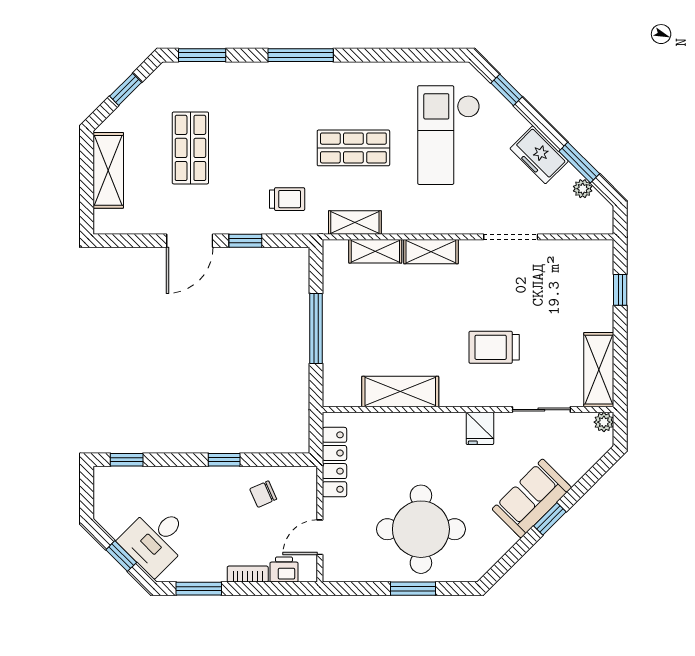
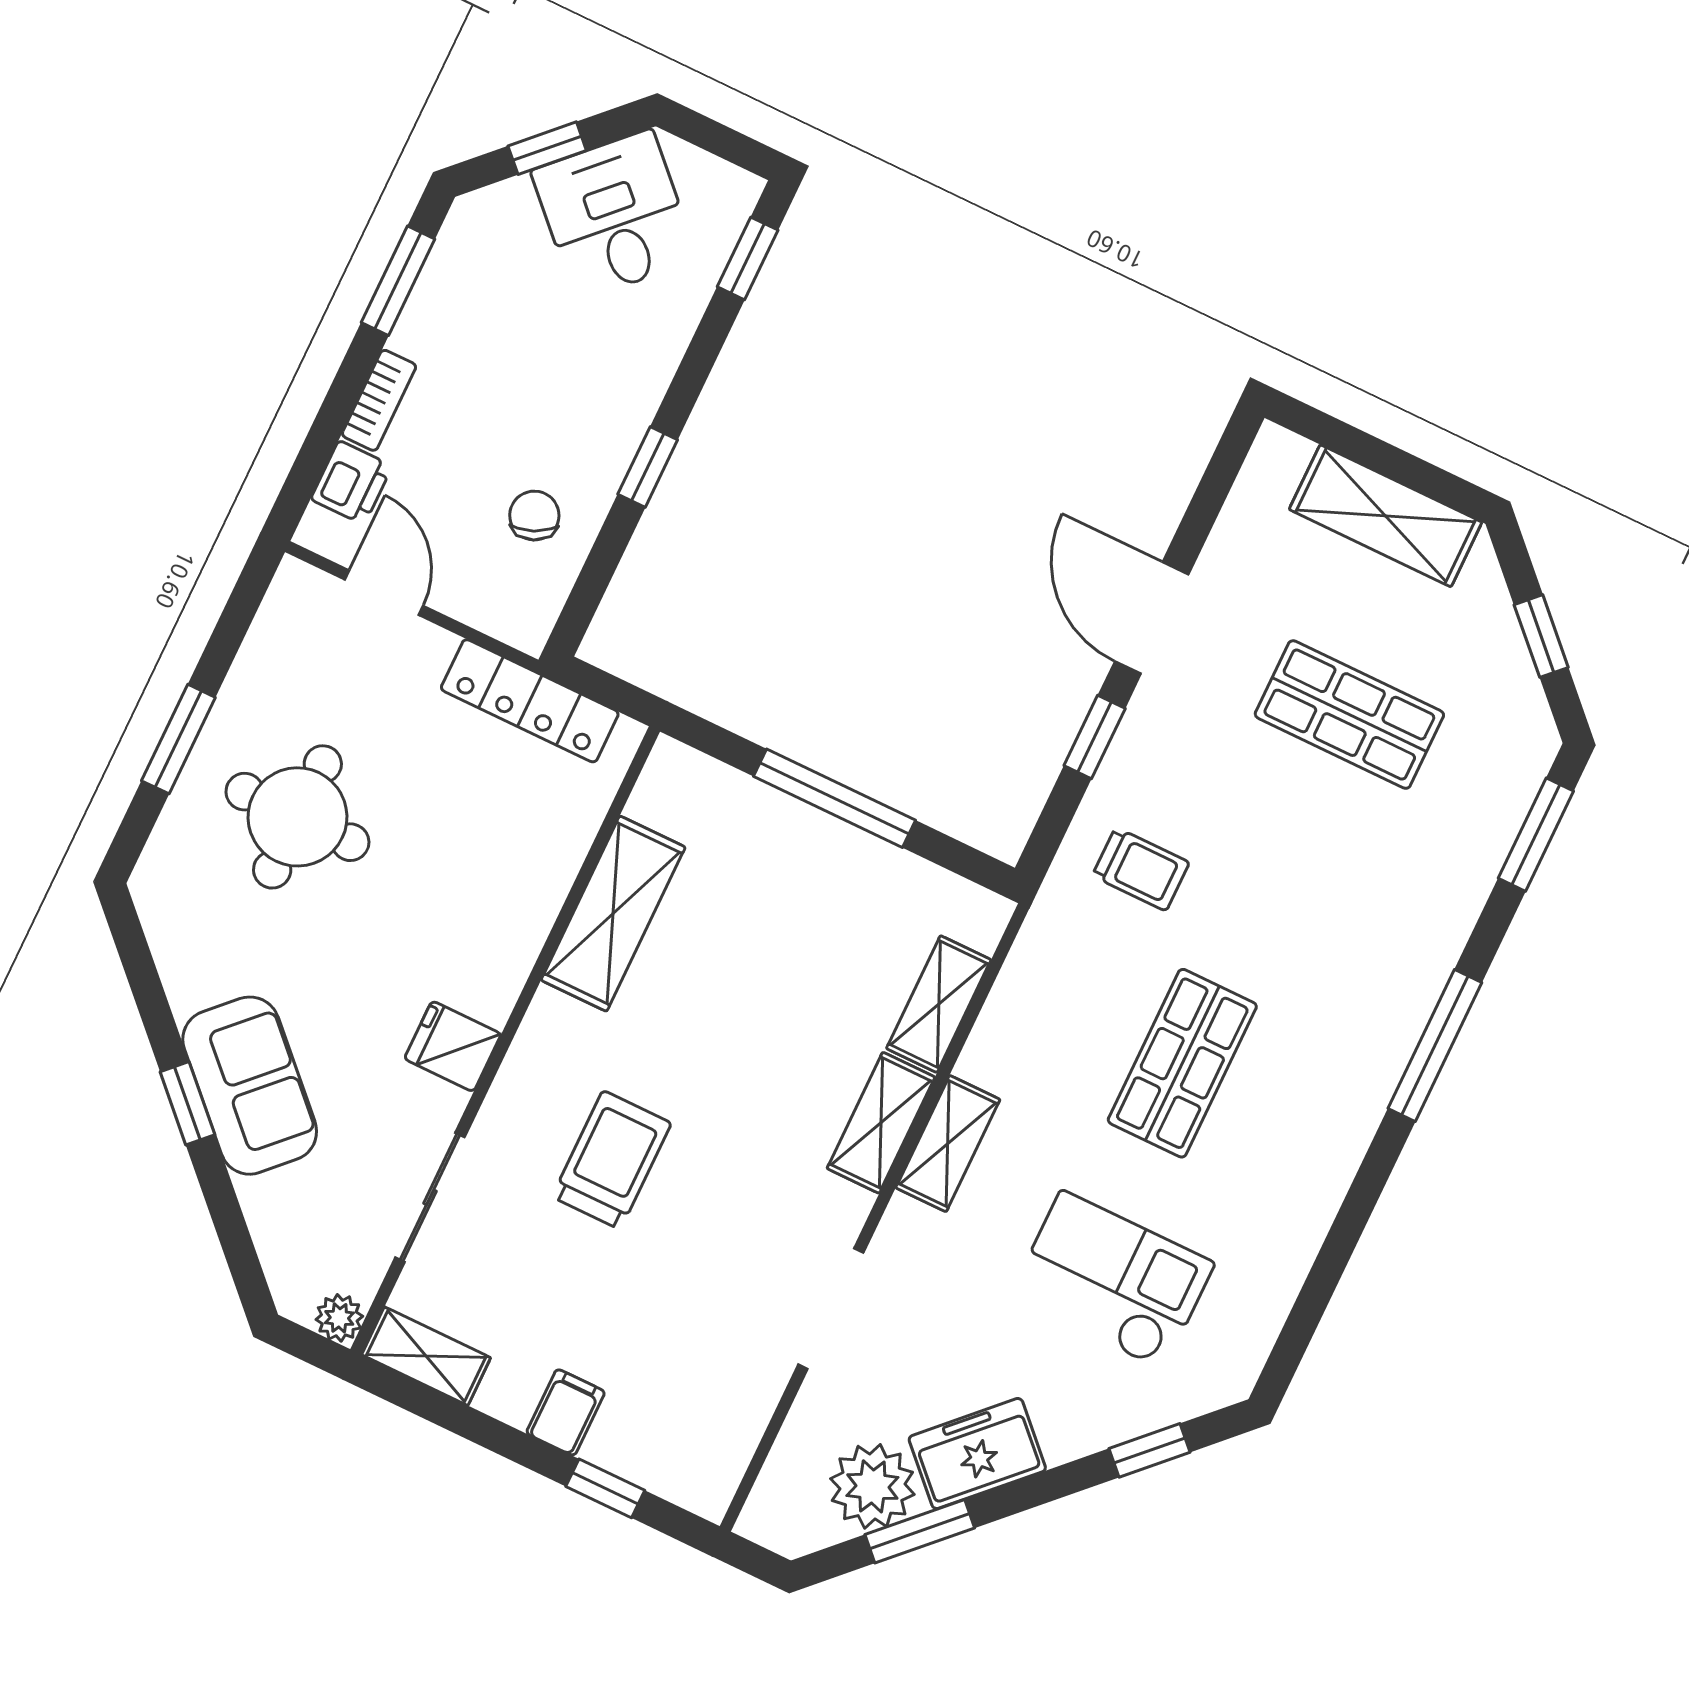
checkout: (449, 135) -> (1112, 1280), width x0.73, depth x0.83
plant: (583, 189) -> (872, 1486), width x1.88, depth x1.88
trolley: (287, 199) -> (1141, 869), turned -90
shelving: (355, 222) -> (948, 1144), moved
filing cabinet: (599, 319) -> (566, 1412), added
shelving: (599, 370) -> (426, 1356), width x0.67, depth x0.75
round table: (421, 529) -> (297, 817), width x0.73, depth x0.73
desk: (156, 540) -> (614, 215), moved

